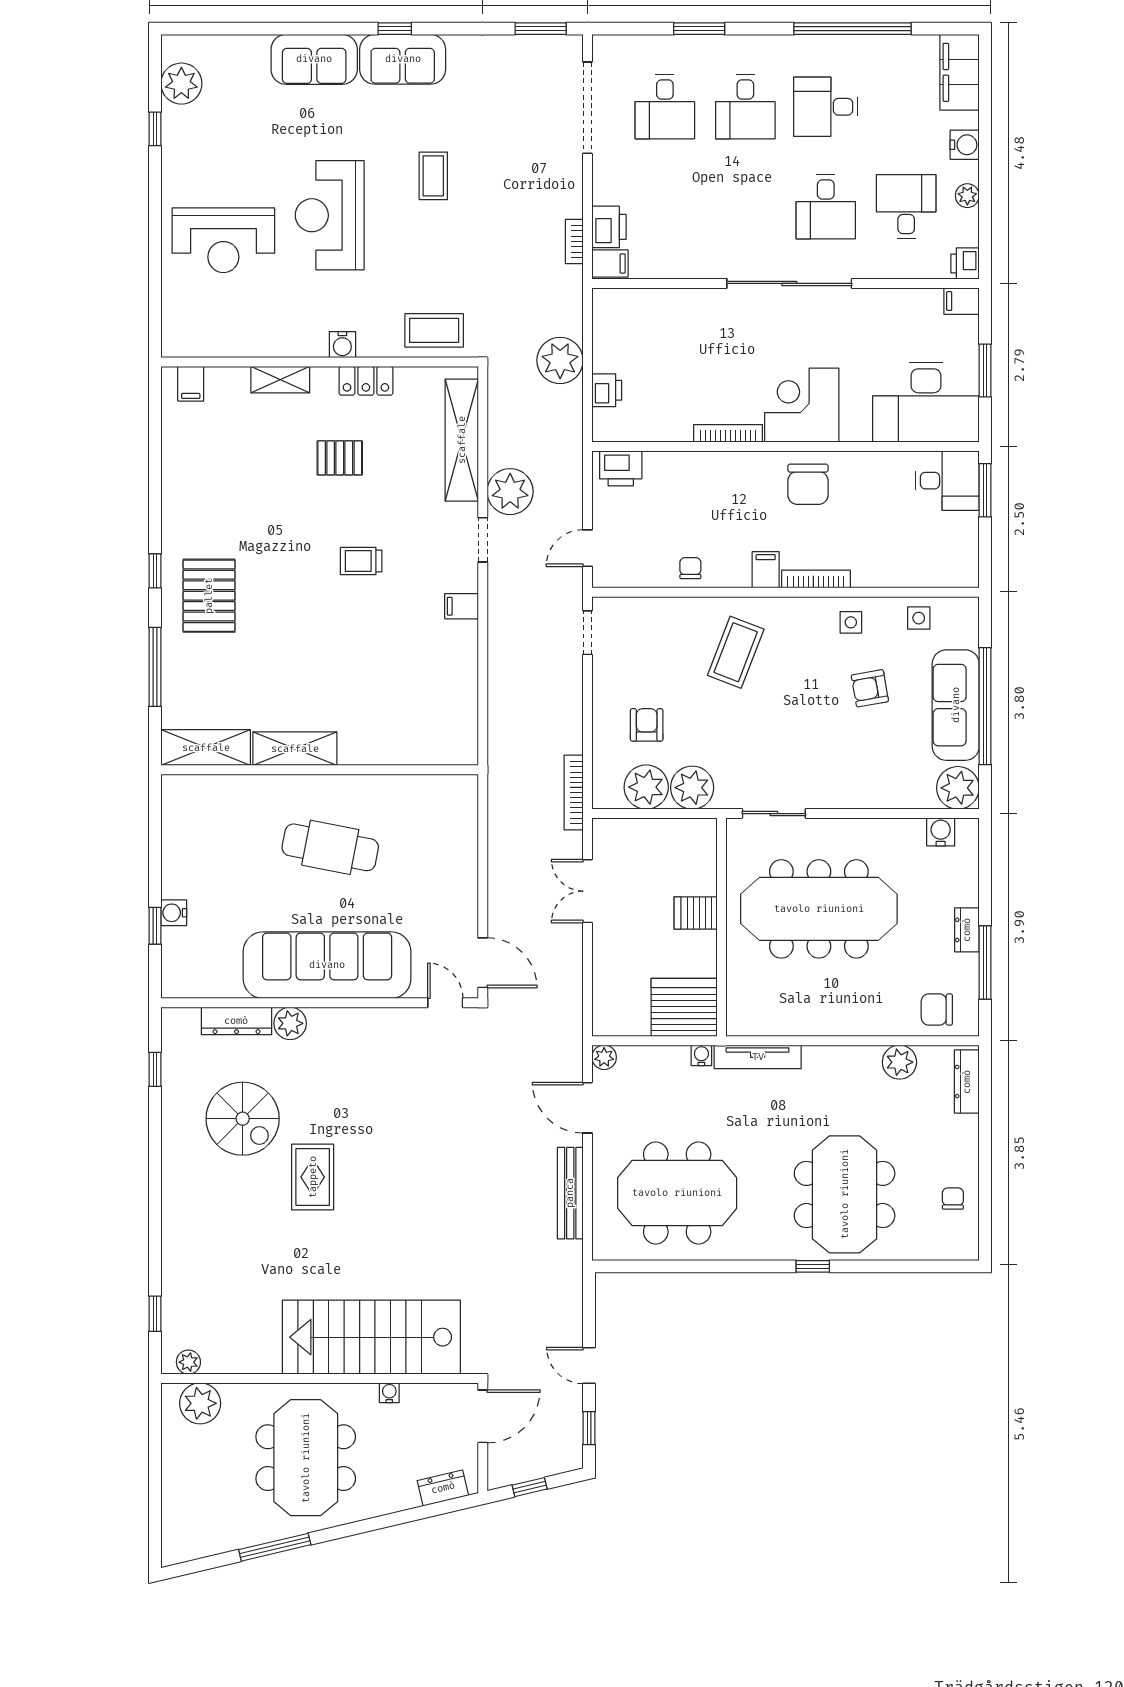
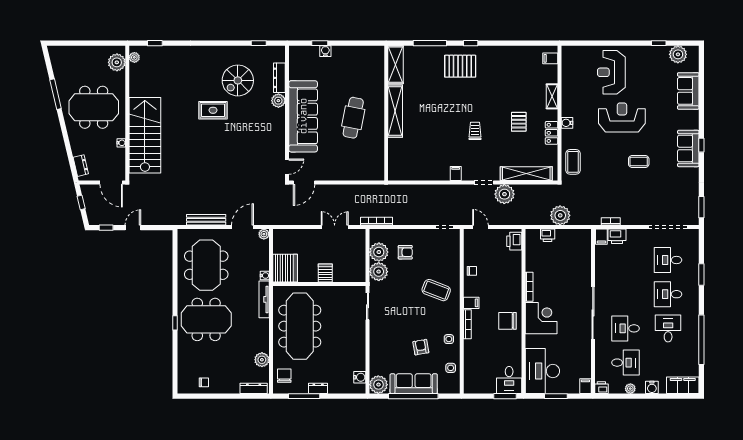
sofa: (314, 59) -> (688, 91), moved
shelving: (295, 749) -> (395, 111), width x1.47
meeting table: (819, 909) -> (300, 326), moved
meeting table: (845, 1194) -> (206, 319), moved

